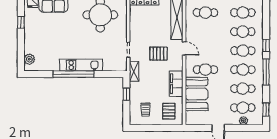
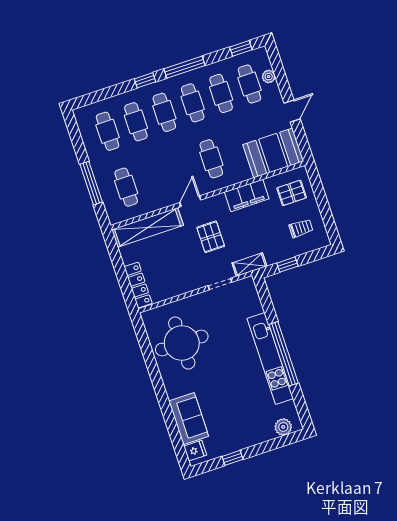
kitchen unit: (81, 65) -> (270, 358), width x1.36
booth: (197, 94) -> (273, 153), moved

